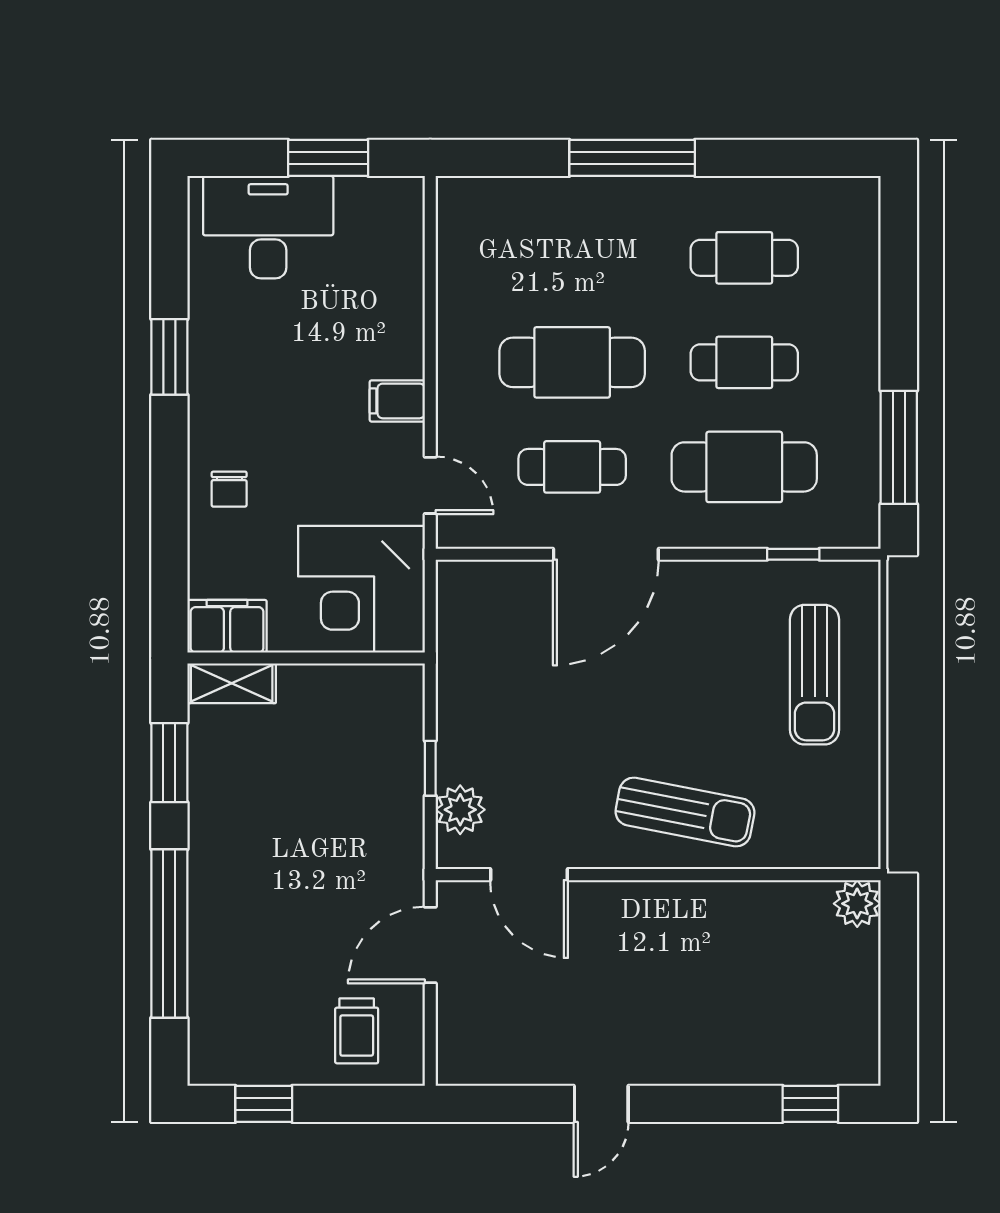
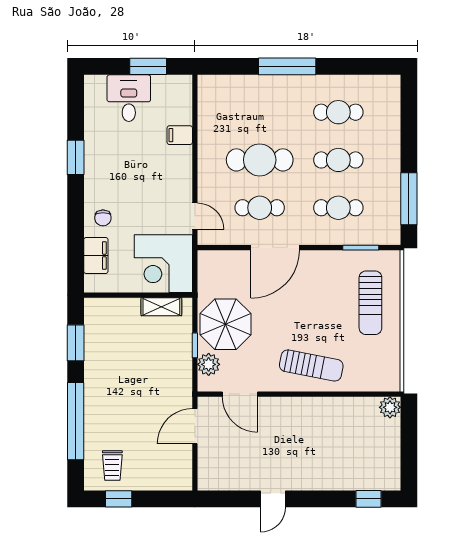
desk: (268, 227) -> (129, 98), width x0.73
filing cabinet: (397, 401) -> (180, 135), moved
cafe table: (744, 467) -> (338, 208), width x0.73, depth x0.74
window: (793, 554) -> (361, 248), width x1.50
filing cabinet: (227, 626) -> (96, 255), moved, turned 90
shelving: (232, 683) -> (161, 307), moved
parasol: (497, 722) -> (225, 324), added
trolley: (357, 1031) -> (112, 465), moved

